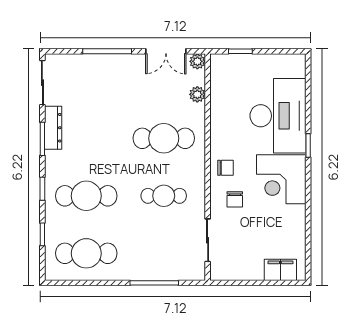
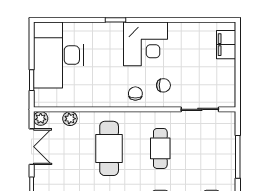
desk: (278, 116) -> (58, 55), moved, turned -90

